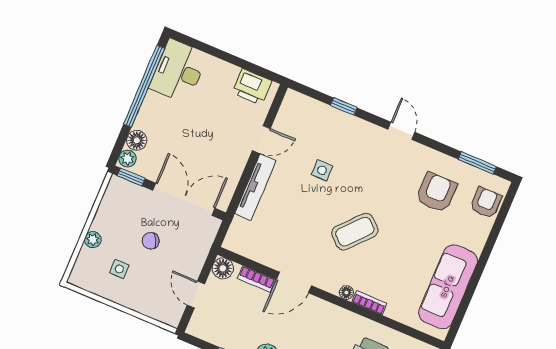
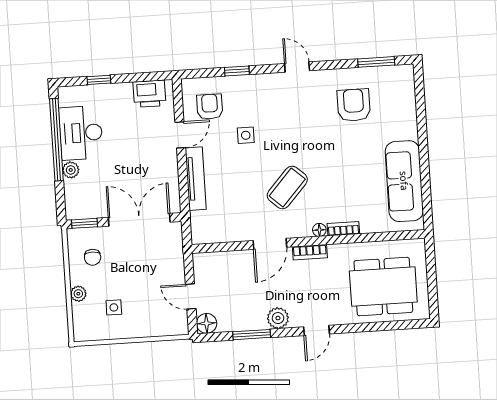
window: (211, 51) -> (99, 80), added
desk: (179, 71) -> (81, 133), moved
floor lamp: (137, 140) -> (73, 189), removed
plant: (127, 159) -> (71, 170), moved
armchair: (486, 203) -> (210, 107), moved
coffee table: (355, 232) -> (287, 187), moved
chair: (151, 241) -> (93, 257), moved, turned -64
floor lamp: (223, 268) -> (207, 323), moved
bookcase: (256, 279) -> (310, 252), moved

